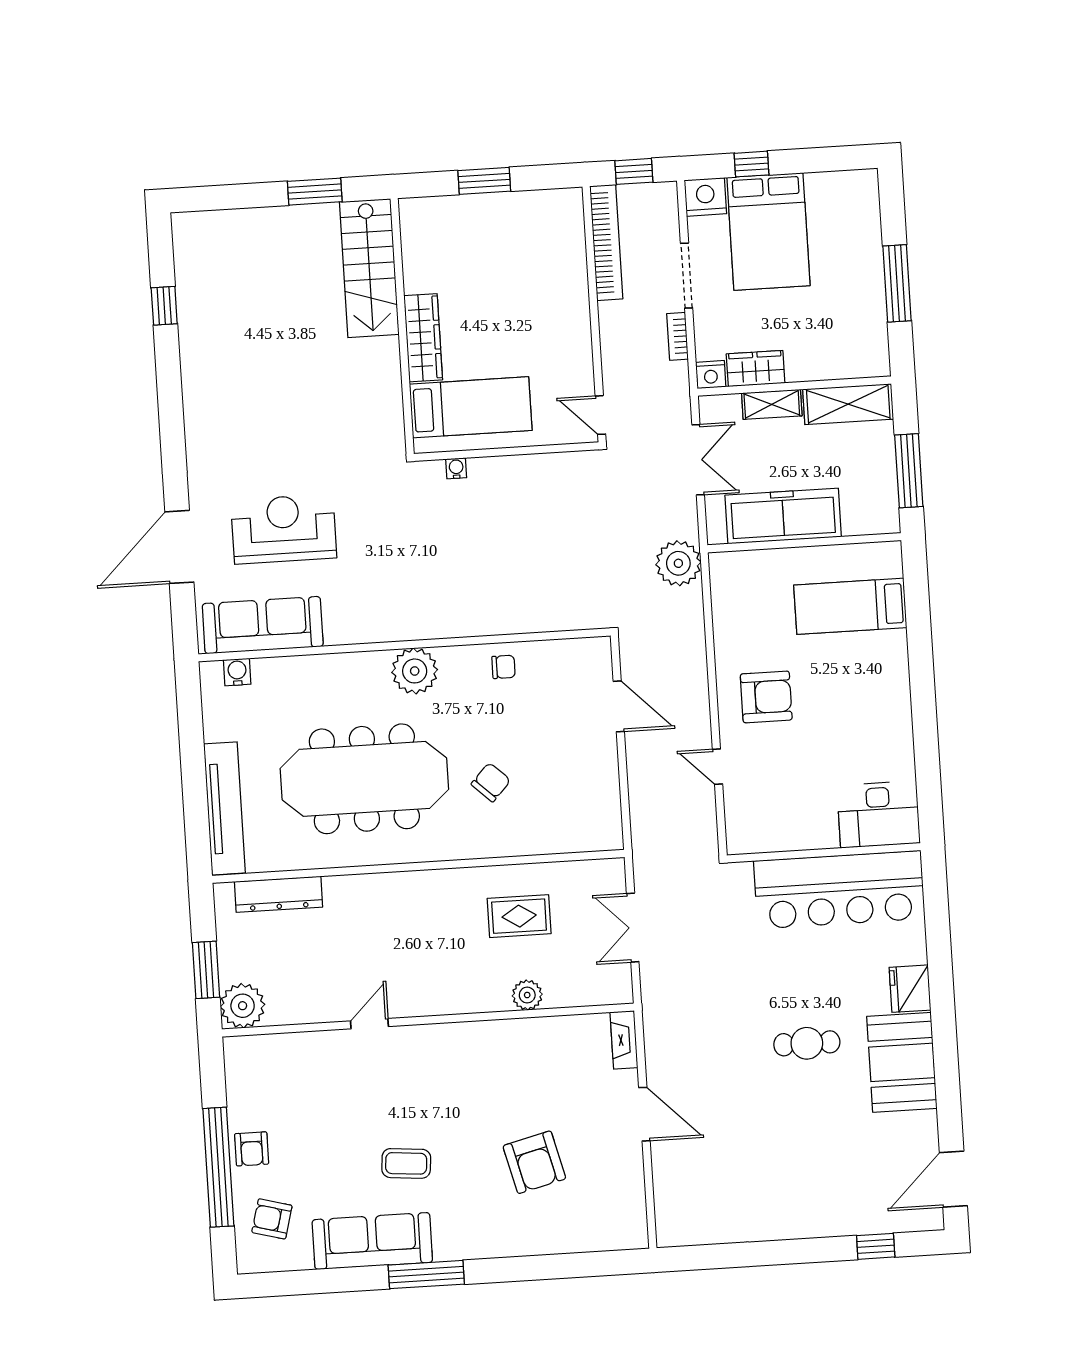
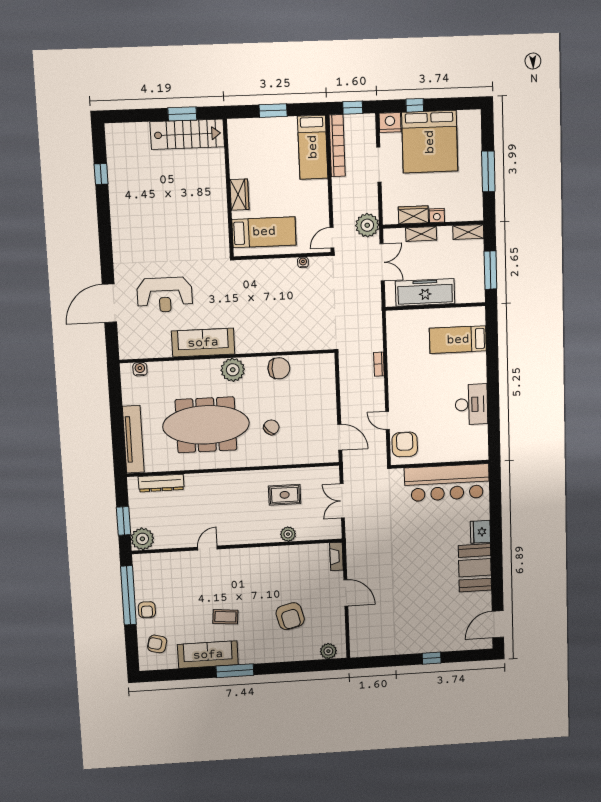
bed: (768, 232) -> (430, 142), width x1.36
bed: (560, 247) -> (313, 147), added
stairs: (369, 268) -> (187, 134), moved, turned -90
bookcase: (677, 336) -> (379, 364), moved
wardrobe: (423, 338) -> (239, 195), width x0.67
nightstand: (711, 375) -> (437, 216), moved
shelving: (848, 404) -> (468, 232), width x0.67, depth x0.75
door: (600, 415) -> (332, 238), hinge flipped
water cooler: (456, 468) -> (303, 262), moved
reception desk: (284, 529) -> (165, 295), turned 180
plant: (678, 563) -> (367, 225), moved
sofa: (263, 625) -> (203, 343), moved
chair: (504, 667) -> (279, 368), width x1.87, depth x1.87
armchair: (766, 697) -> (405, 444), moved, turned -90
door: (619, 706) -> (340, 437), moved
desk: (879, 814) -> (471, 404), moved, turned -90
cafe table: (807, 1043) -> (428, 558), removed
window: (218, 1167) -> (128, 595), moved
plant: (612, 1234) -> (328, 651), added
window: (876, 1246) -> (432, 658), moved

